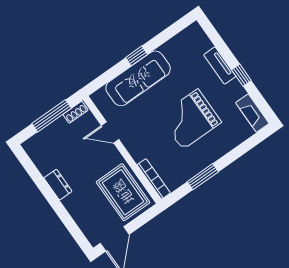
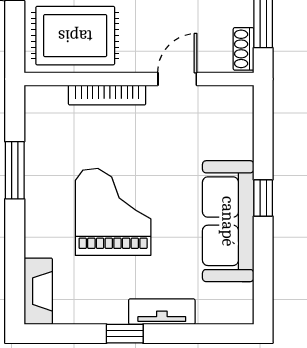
sofa: (138, 78) -> (228, 221), moved
fireplace: (252, 113) -> (38, 291), moved, turned 90
bookcase: (154, 179) -> (107, 95), moved

